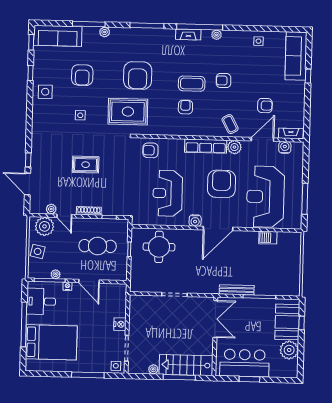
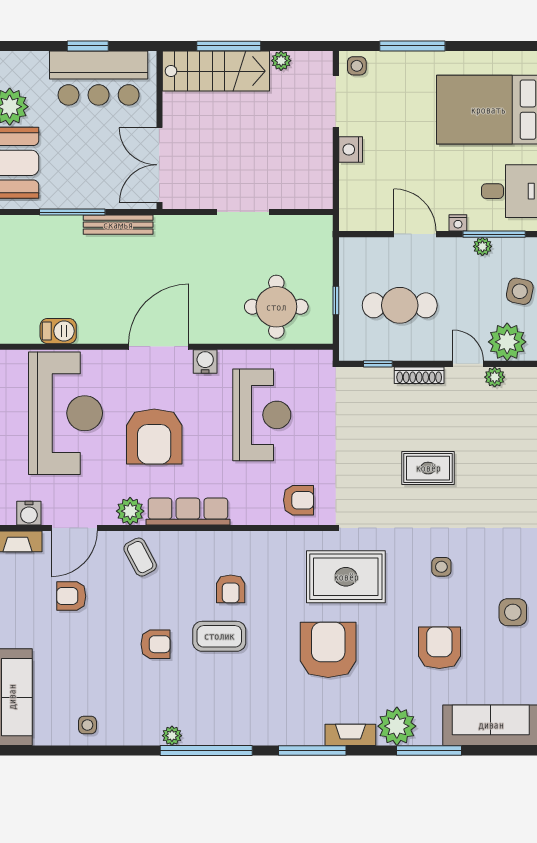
plant: (105, 32) -> (397, 726), width x1.88, depth x1.88
fireplace: (188, 34) -> (350, 735), moved

